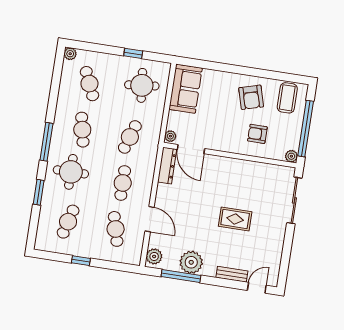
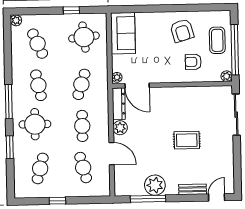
coffee table: (287, 98) -> (217, 40), moved
plant: (154, 256) -> (120, 128), moved

